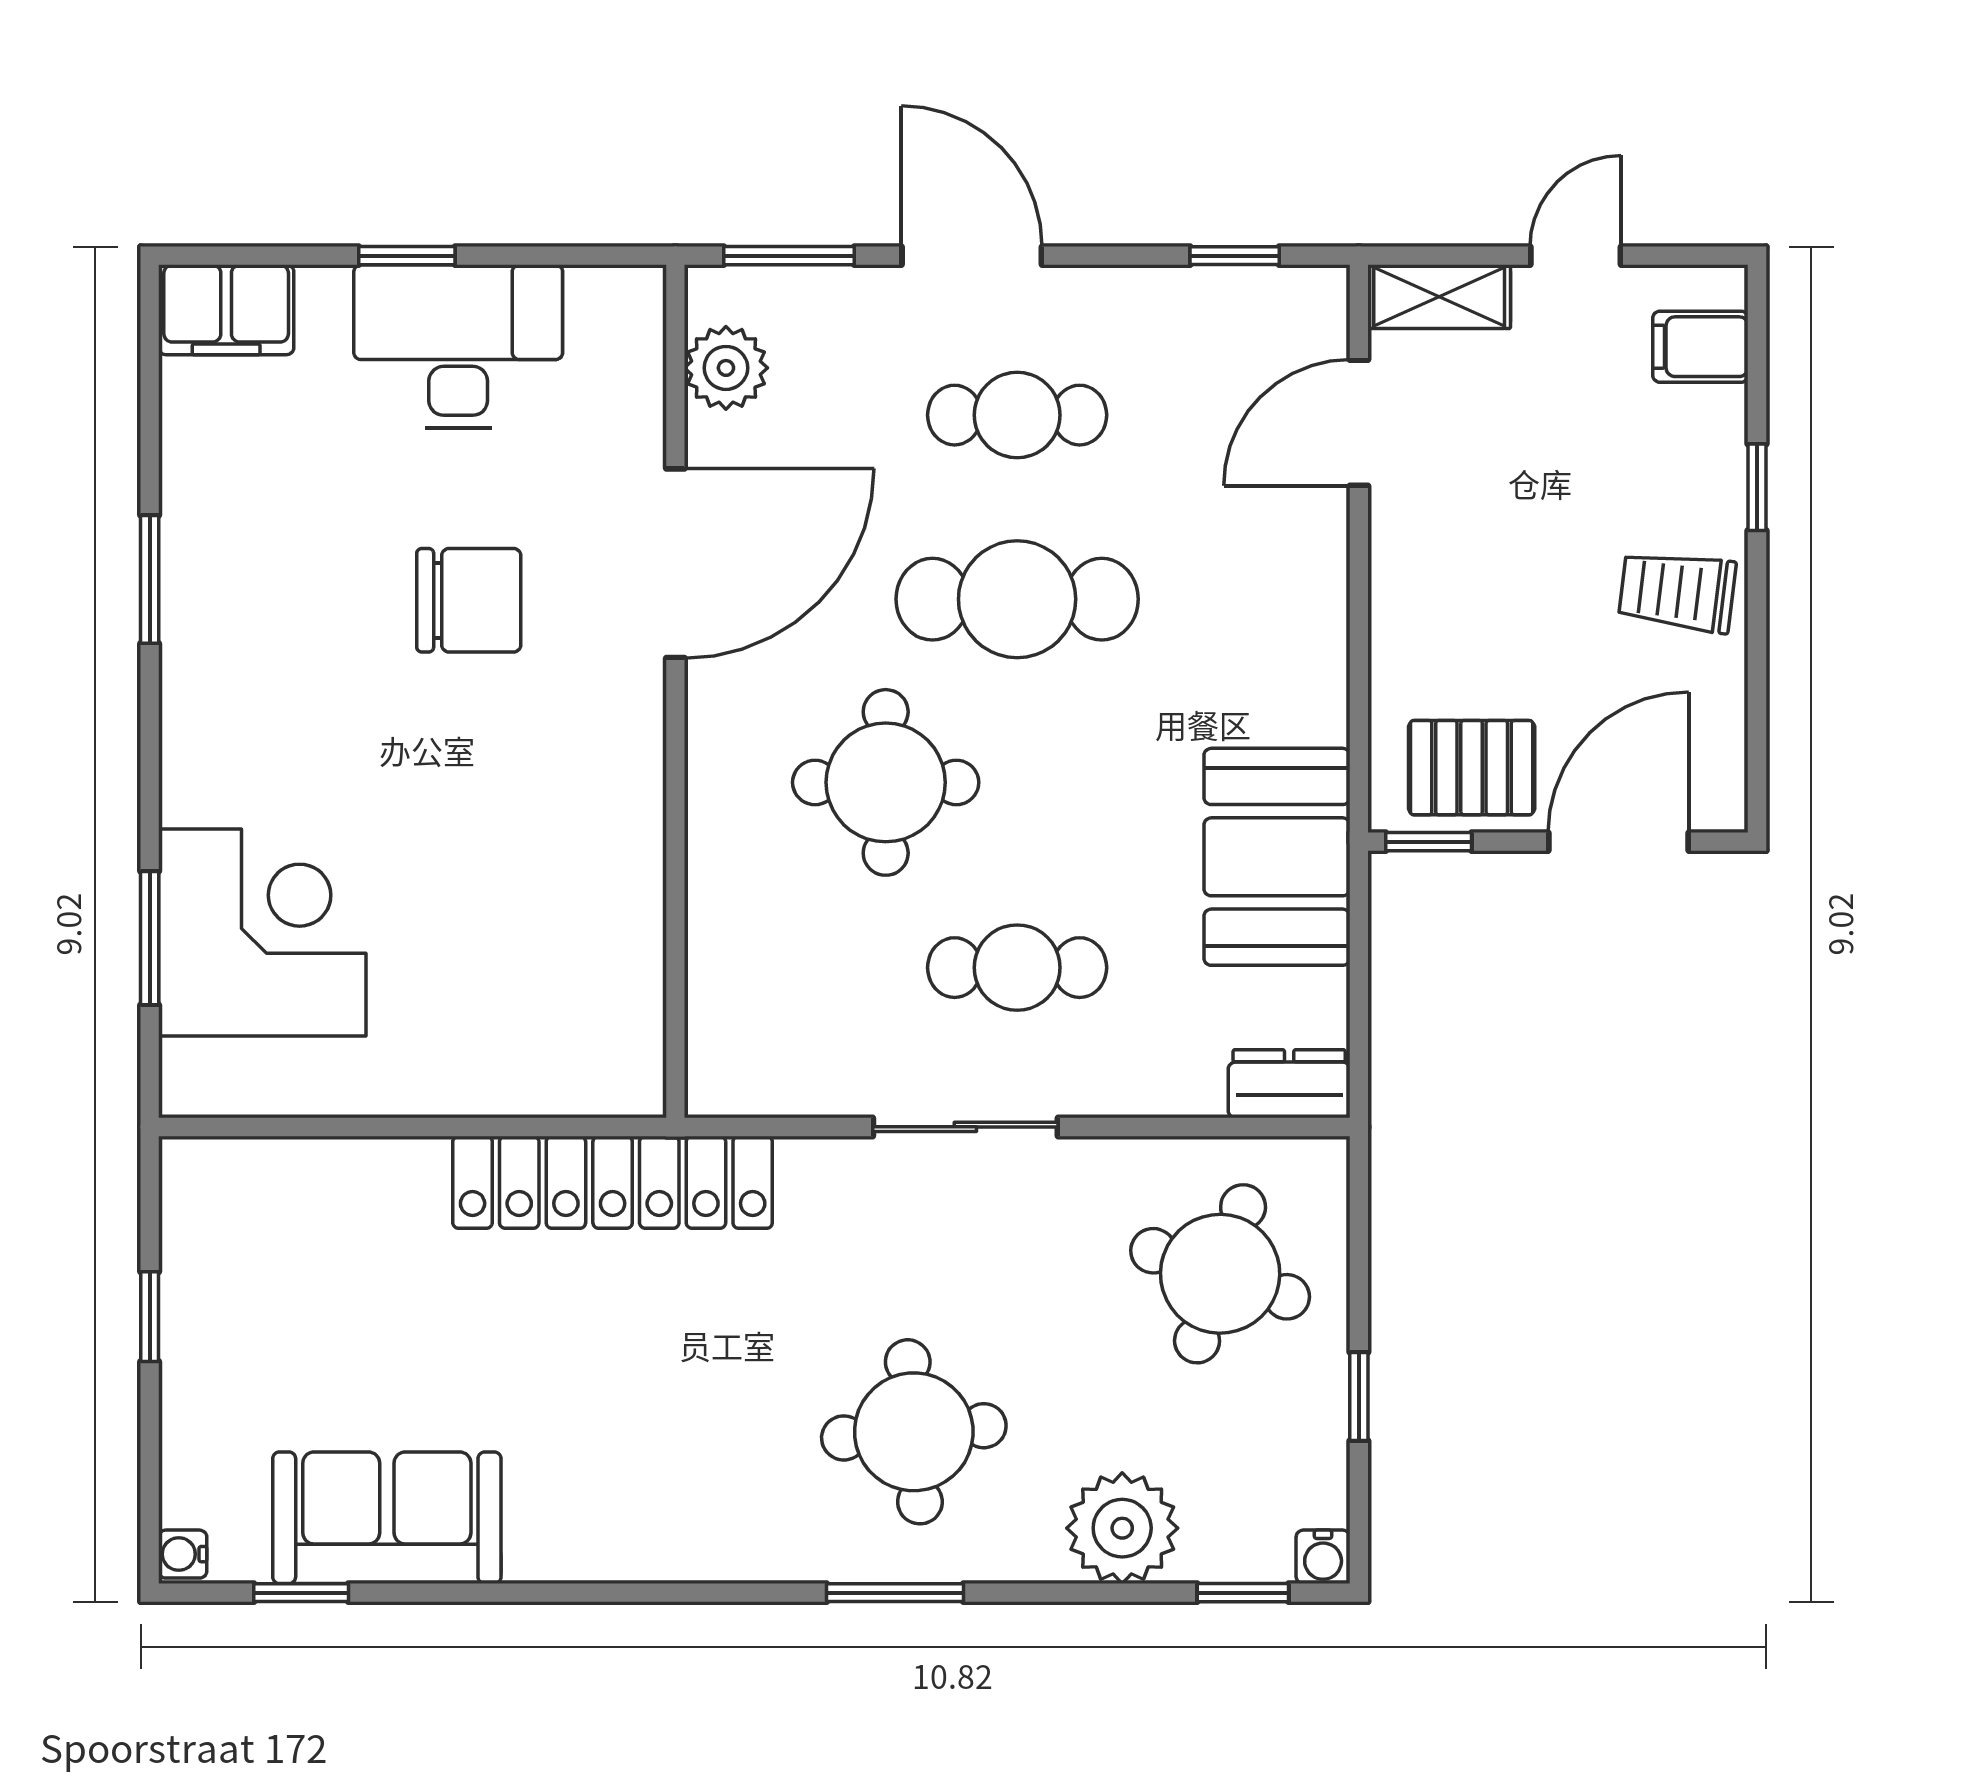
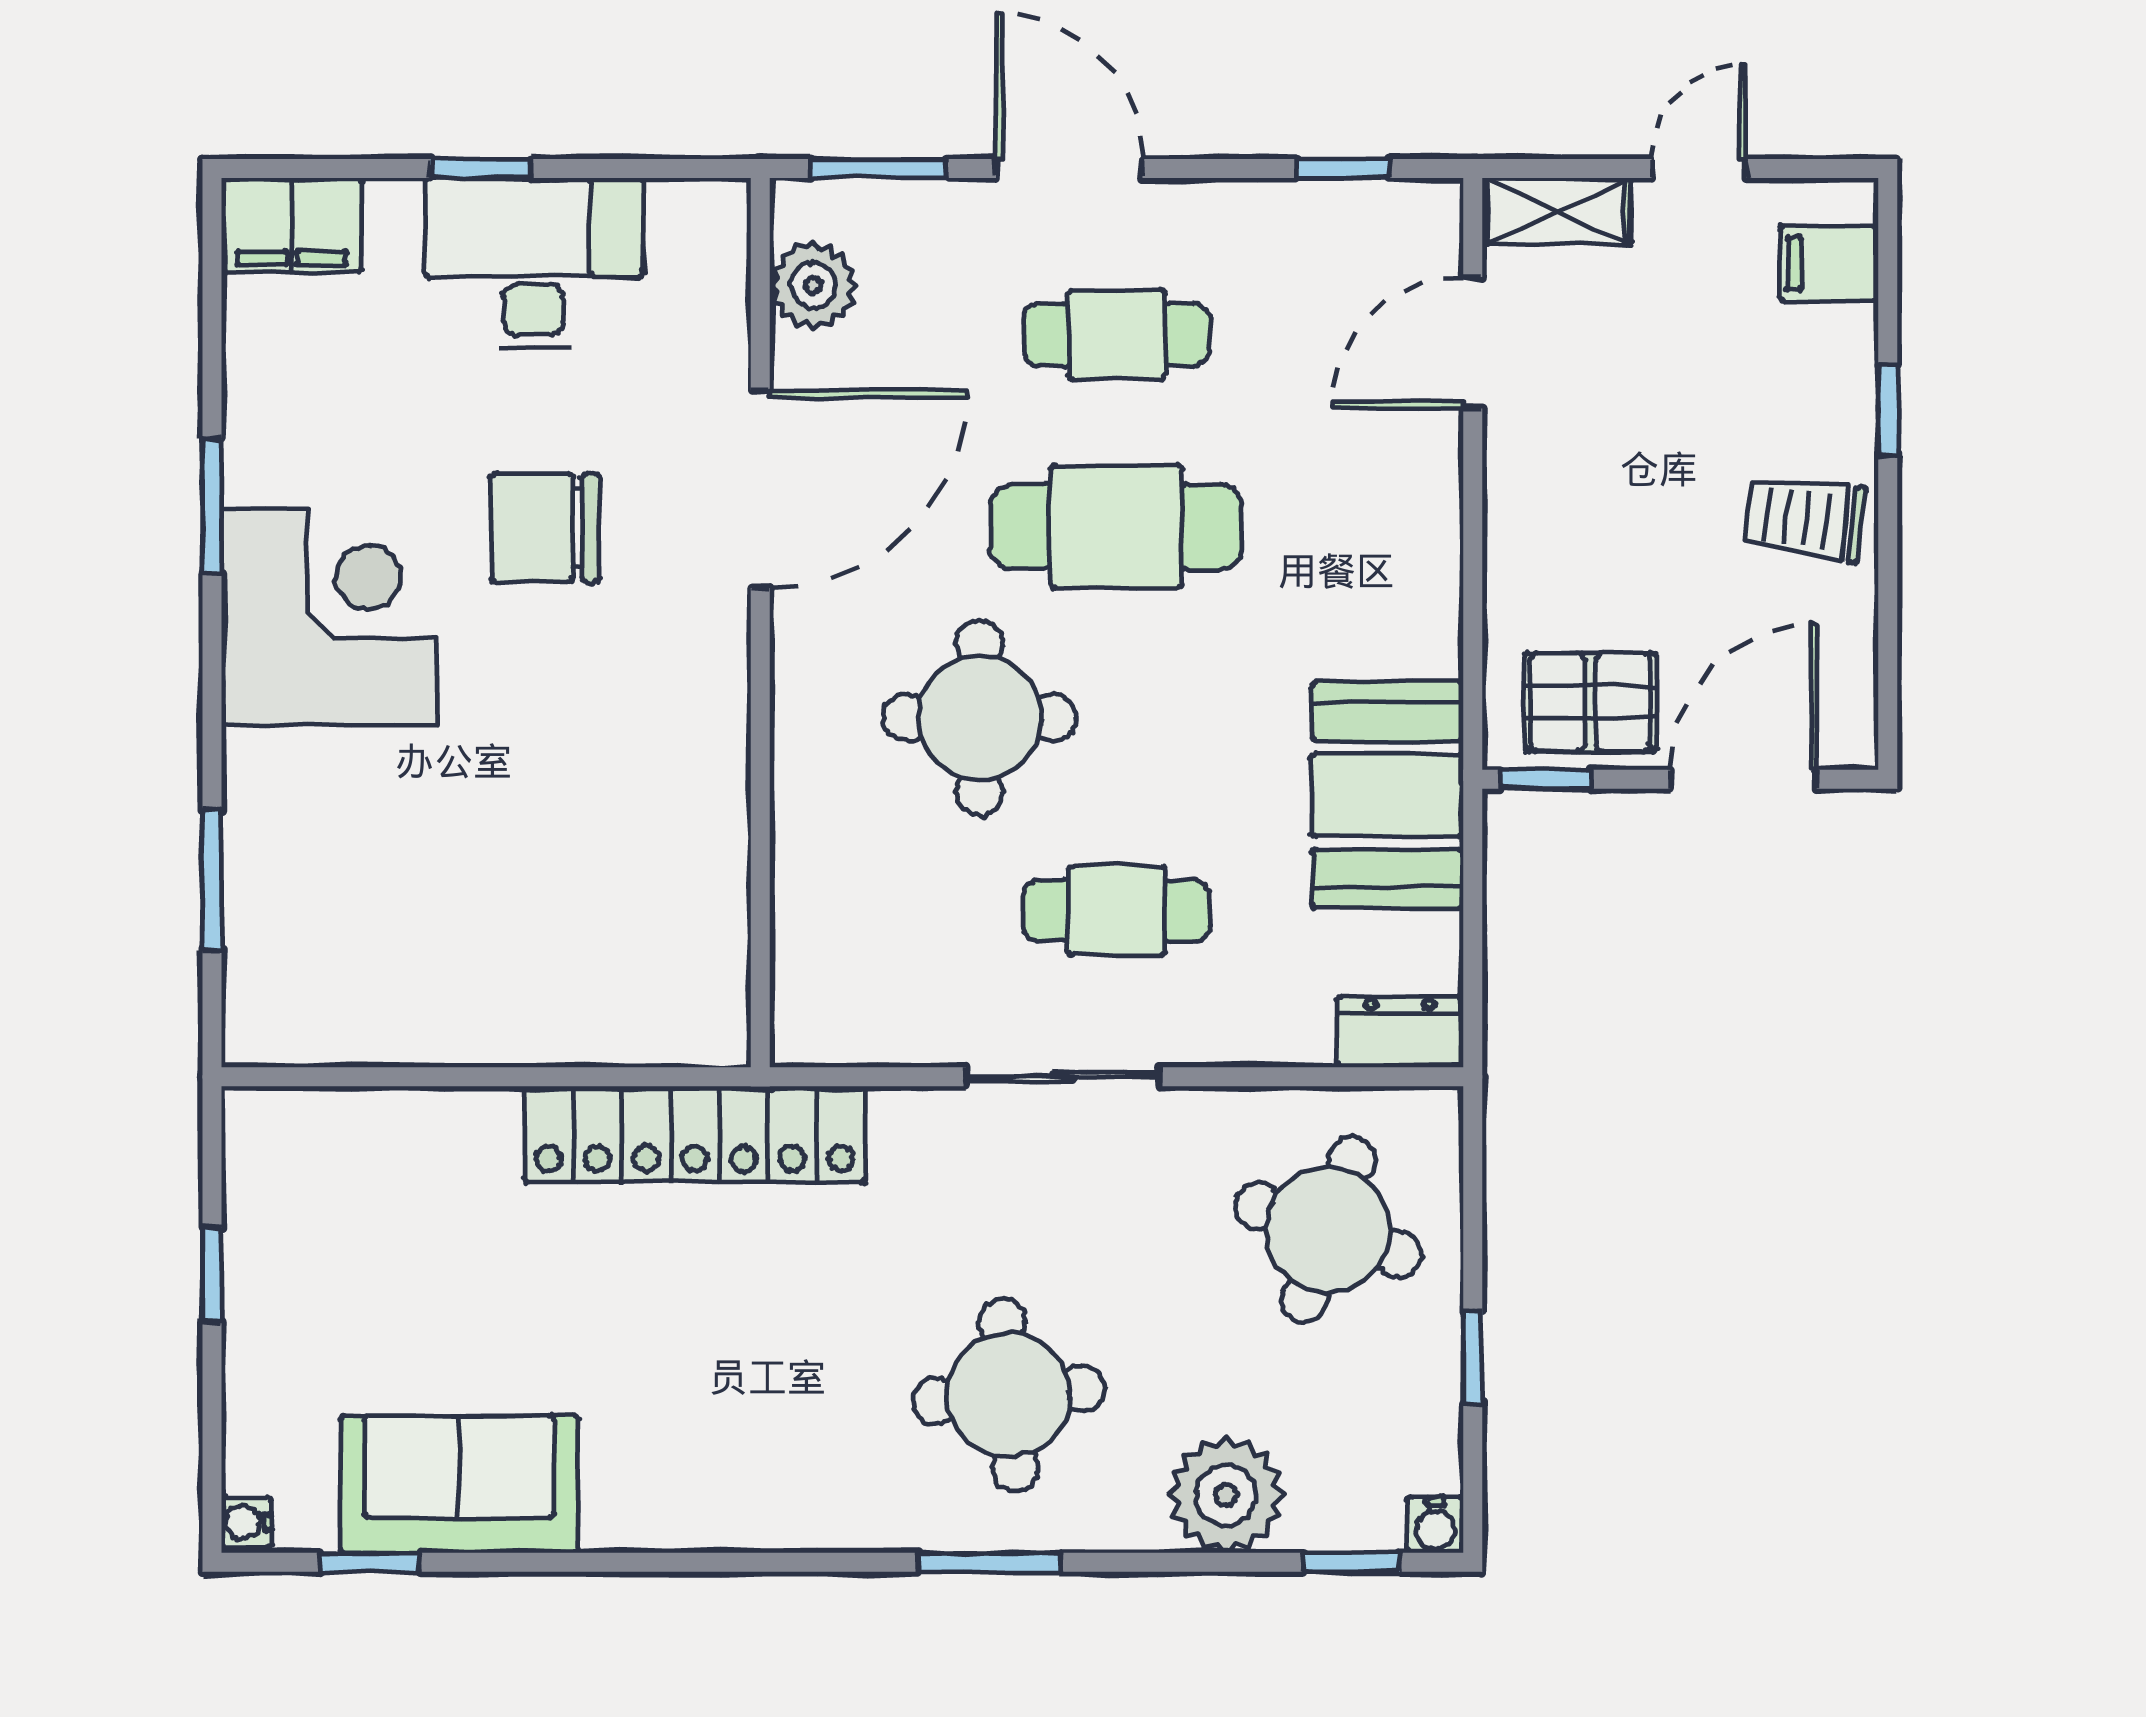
chair: (469, 600) -> (545, 528), turned 180
corner desk: (262, 932) -> (330, 616), moved

